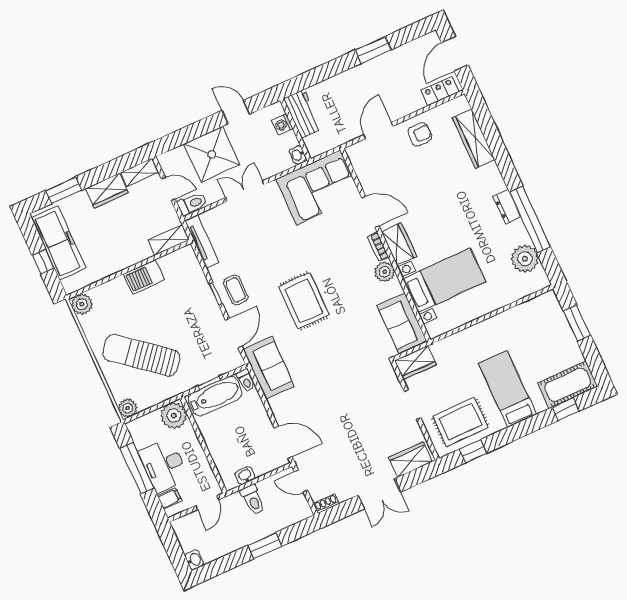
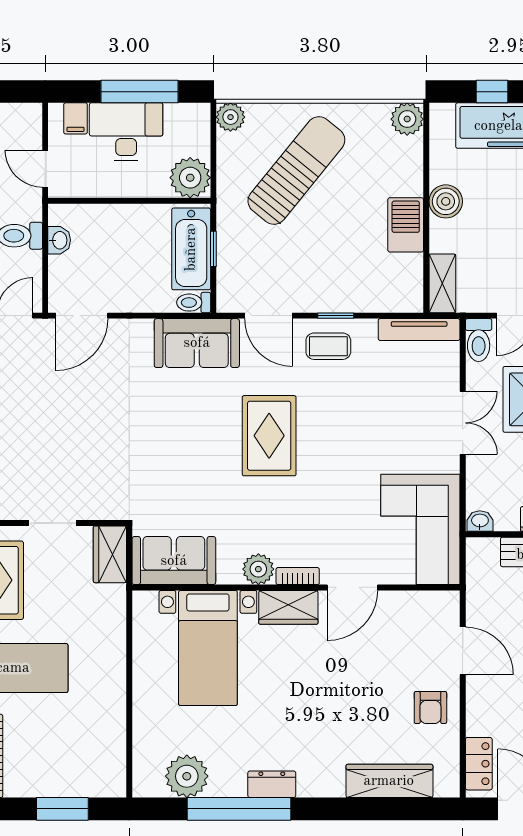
boiler: (120, 260) -> (446, 201), added
rug: (304, 301) -> (269, 436), turned 90

